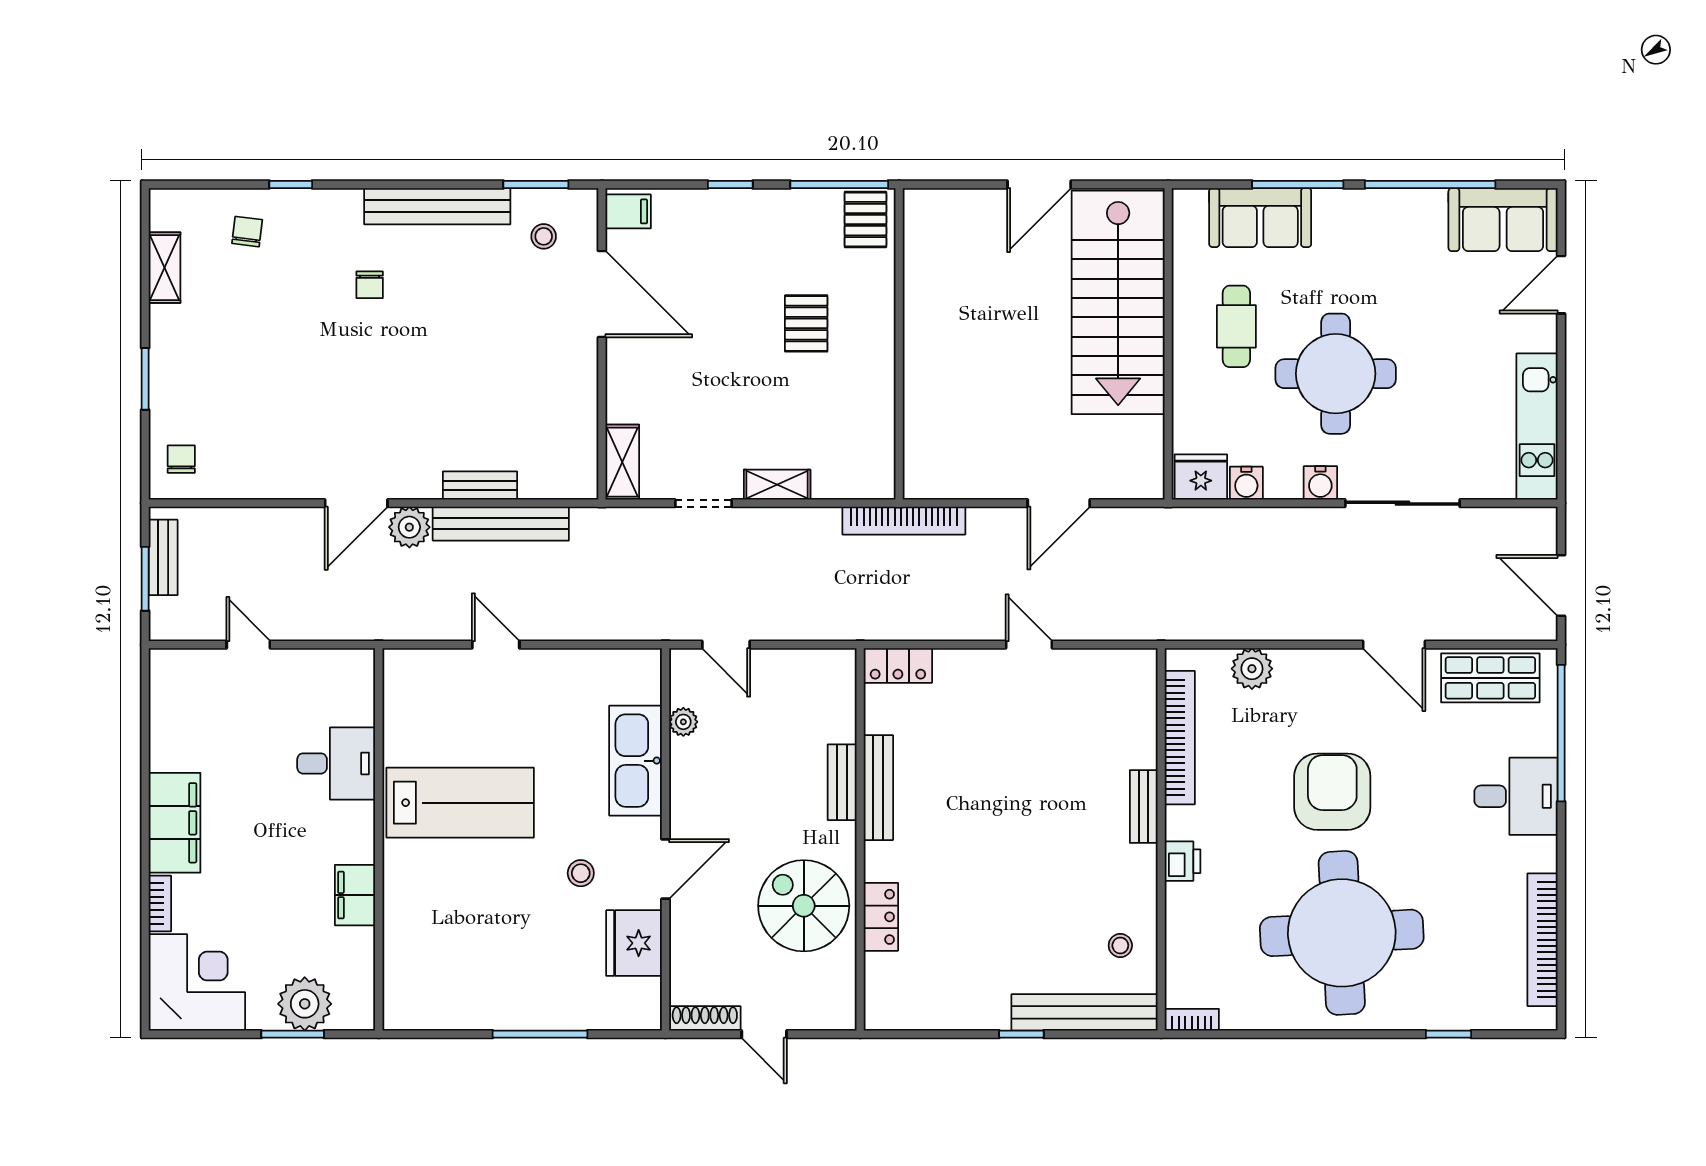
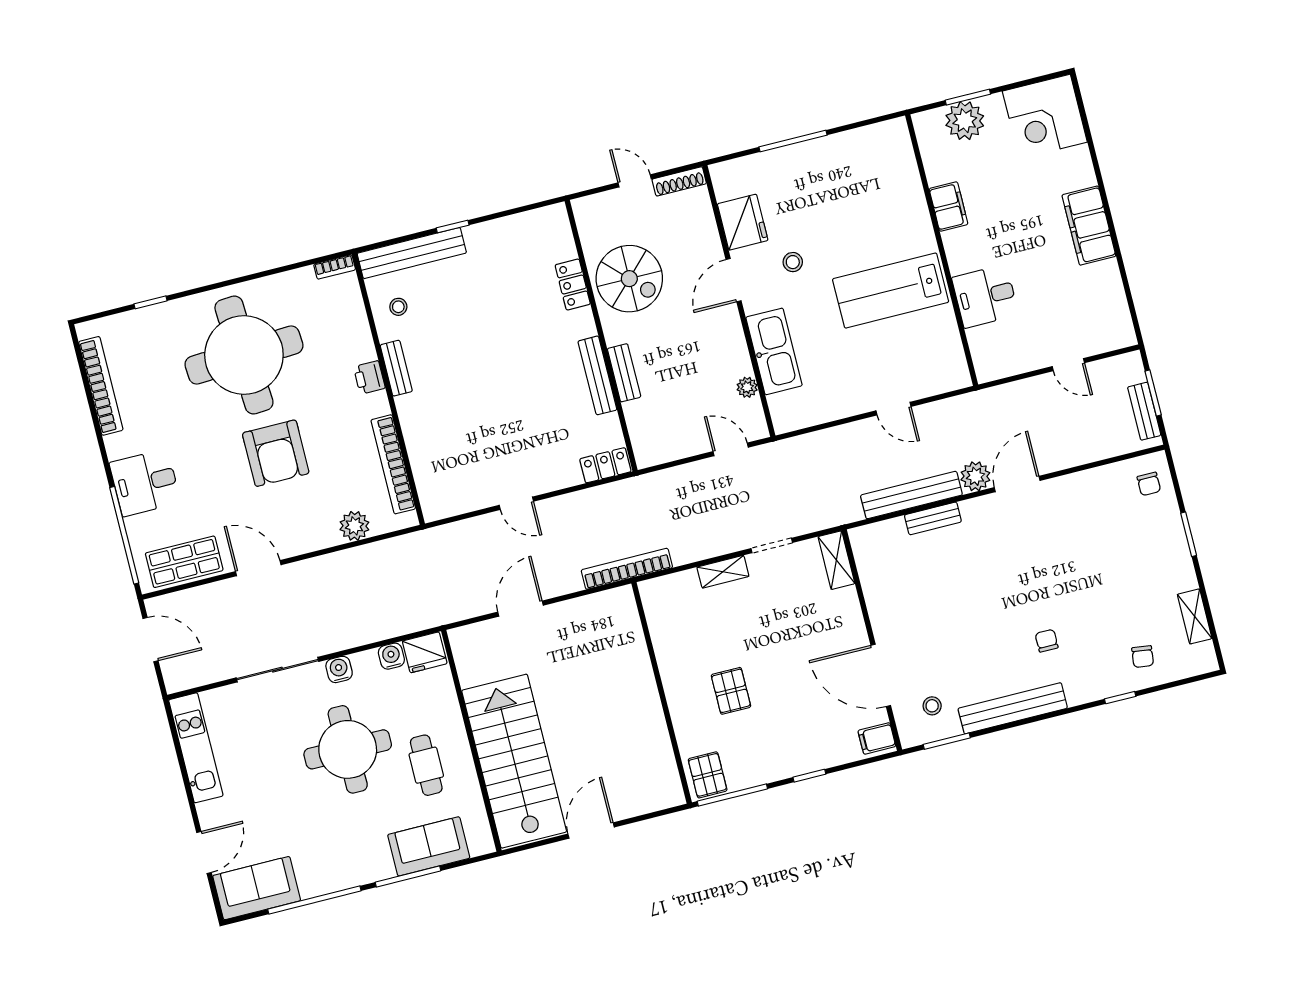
bench: (1144, 807) -> (396, 368), moved
bookcase: (160, 903) -> (1085, 166), removed

